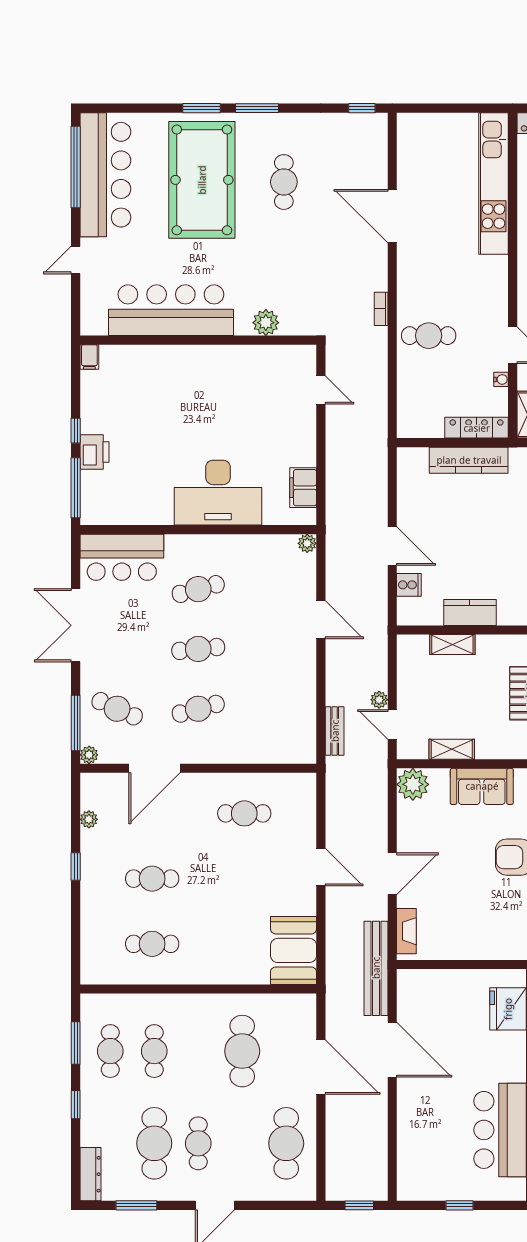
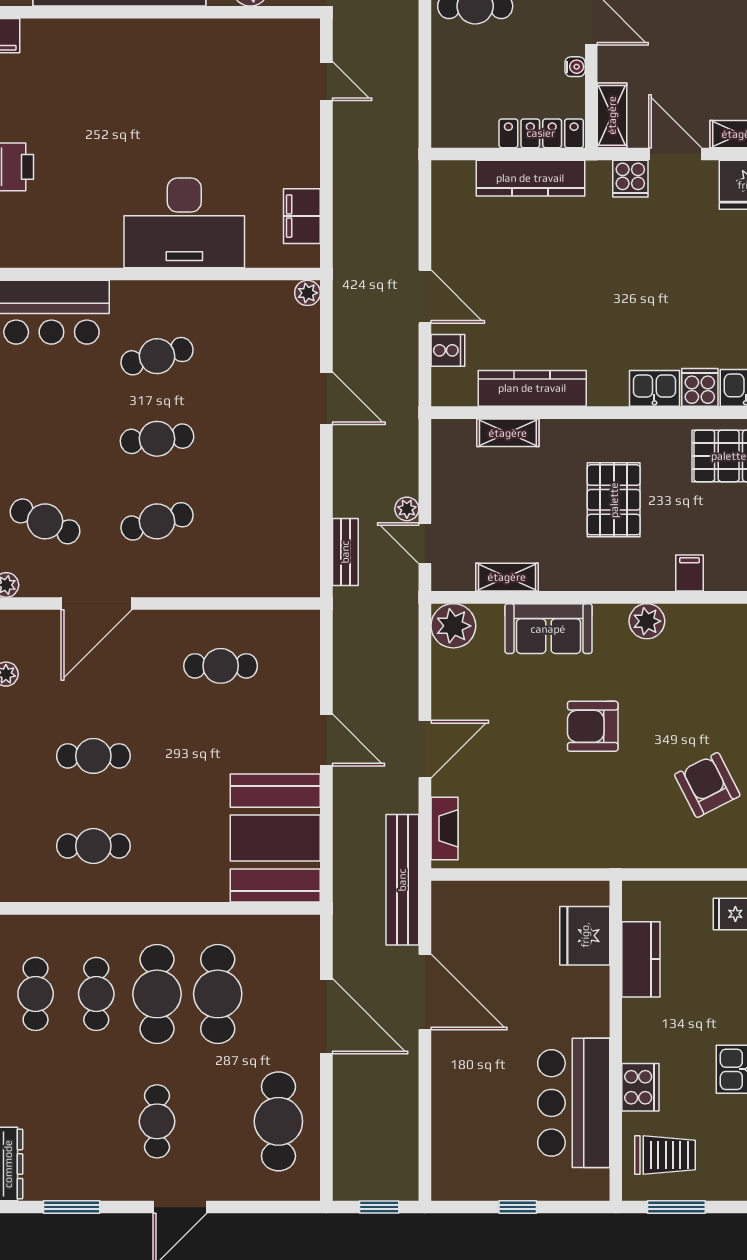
kitchen counter: (470, 612) -> (532, 388), width x1.50
booth: (294, 950) -> (275, 838), width x1.36, depth x1.42
cafe table: (154, 1143) -> (157, 994), moved

